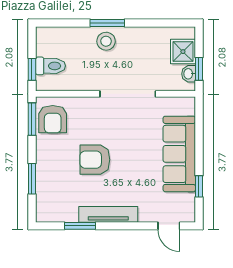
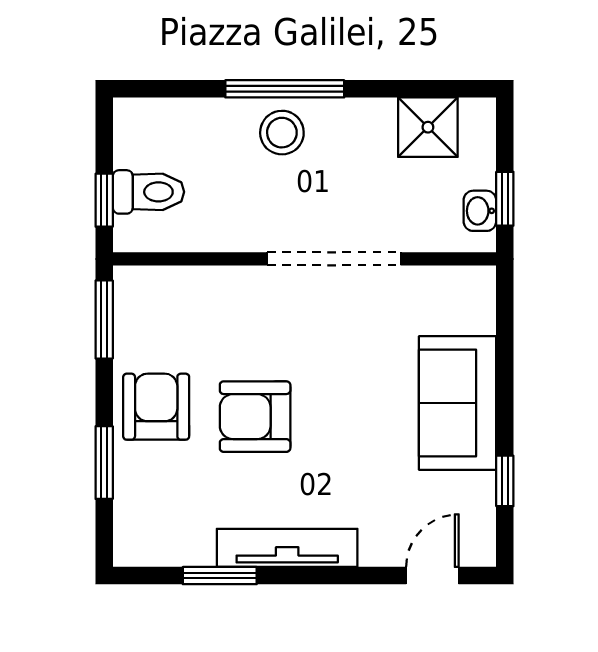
window: (107, 23) -> (285, 89), width x1.44
shower: (183, 52) -> (428, 127), moved
armchair: (53, 119) -> (156, 407), moved, turned 180
sofa: (179, 154) -> (458, 403), width x0.73
door: (169, 226) -> (432, 576), swing flipped

